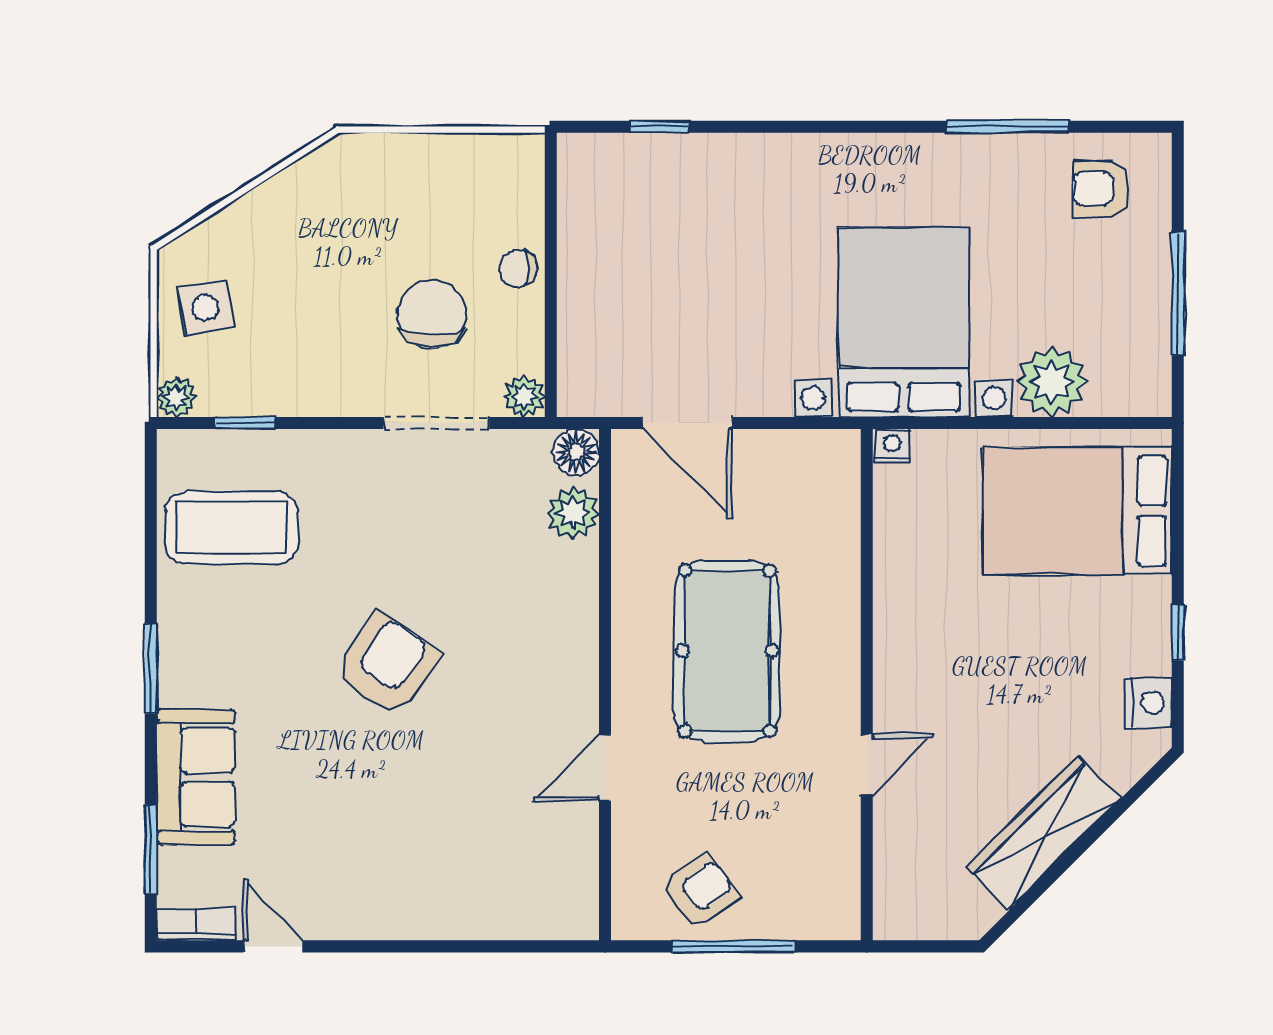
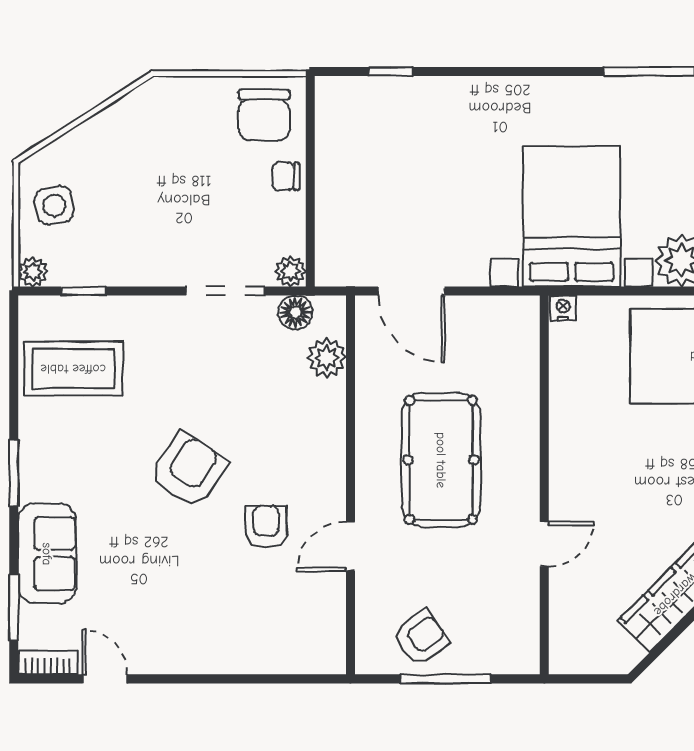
chair: (432, 314) -> (264, 115), moved, turned 180
floor lamp: (576, 452) -> (295, 312), moved
armchair: (491, 741) -> (266, 526), added

